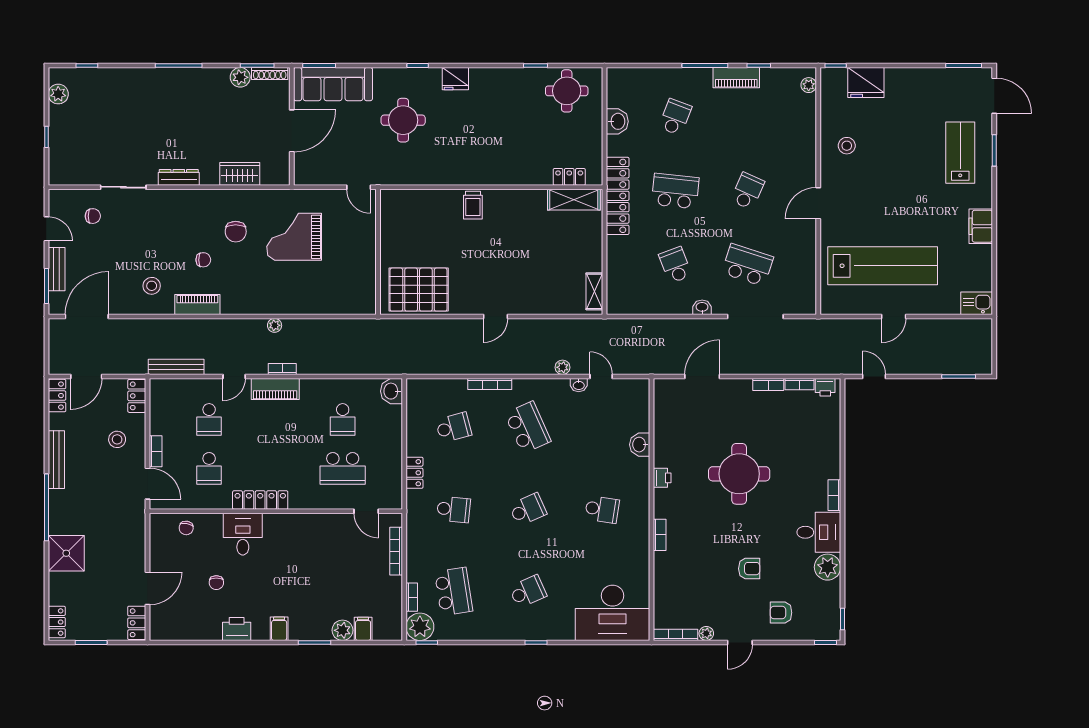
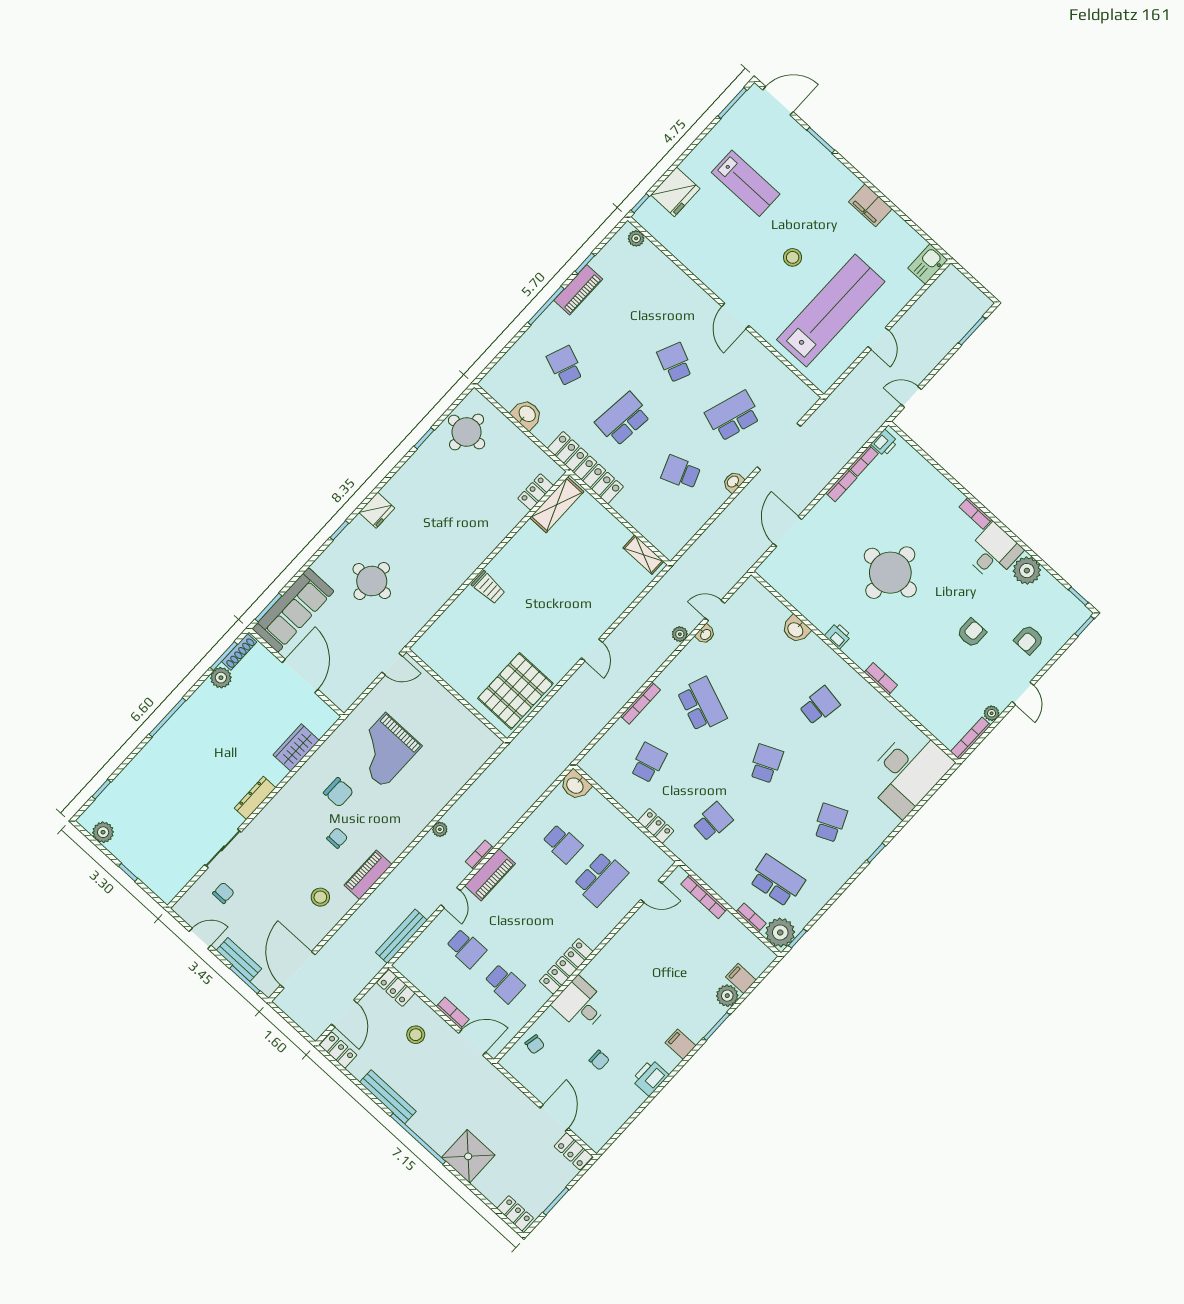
stool: (847, 146) -> (793, 257), moved
lab bench: (960, 153) -> (746, 183), moved, turned 180
school desk: (528, 427) -> (702, 705), turned 45

